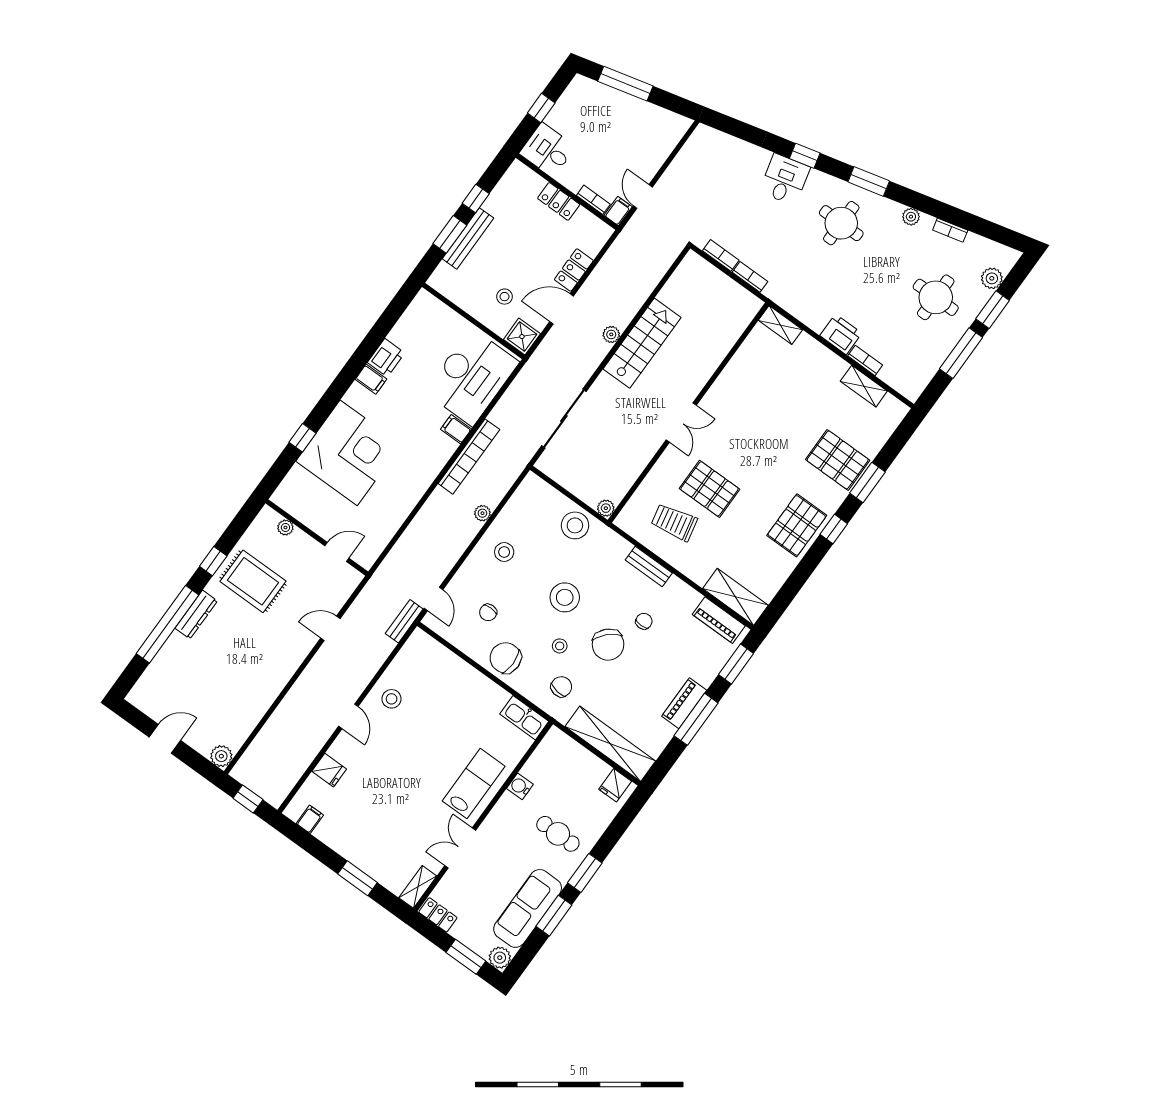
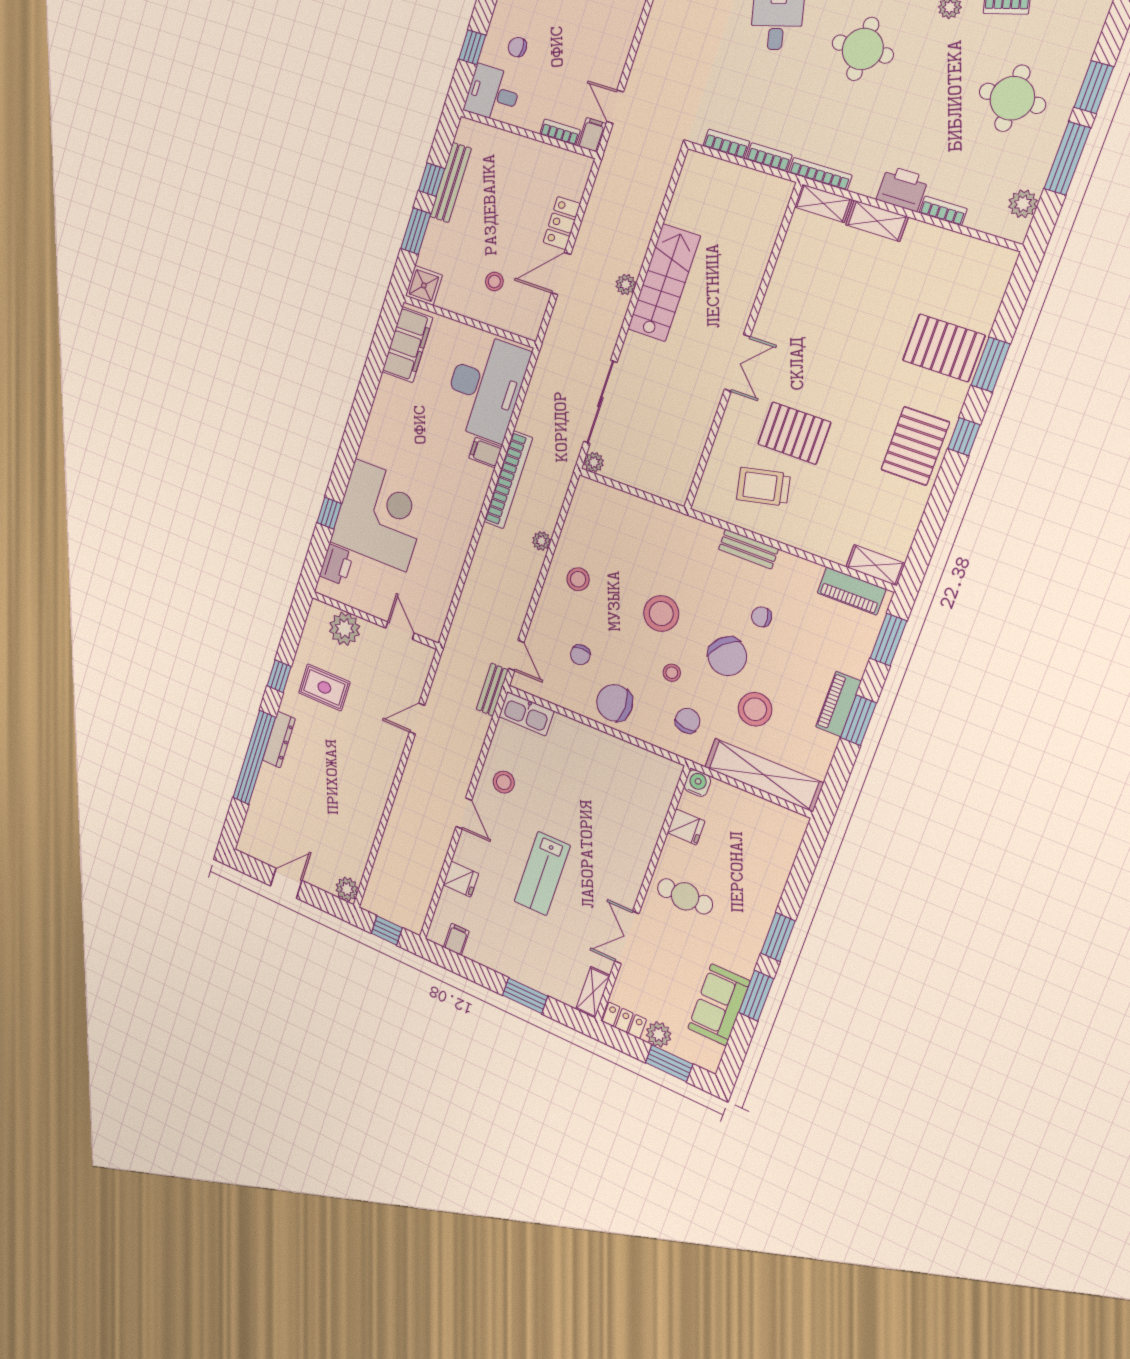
chair: (578, 122) -> (517, 47), added
locker: (559, 201) -> (522, 149), removed
bench: (468, 238) -> (451, 183), moved
plant: (992, 278) -> (1023, 204), moved
bookcase: (784, 303) -> (820, 174), added
shower: (522, 337) -> (424, 285), moved
printer: (386, 358) -> (336, 565), moved
filing cabinet: (371, 379) -> (407, 345), moved, width x3.00, depth x1.17
shelving: (864, 386) -> (877, 221), moved
plant: (606, 508) -> (594, 462), moved
stool: (575, 525) -> (755, 709), moved
plant: (285, 527) -> (345, 629), width x1.88, depth x1.88
door: (337, 552) -> (400, 631), hinge flipped
rug: (253, 581) -> (324, 687), width x0.73, depth x0.70
shelving: (736, 597) -> (875, 565), width x0.67, depth x0.75
chair: (644, 621) -> (761, 617), turned -98
kitchen sink: (524, 718) -> (526, 714), moved
window: (696, 719) -> (858, 720), width x0.69
lab bench: (474, 784) -> (542, 874), moved, turned 180
fridge: (615, 785) -> (686, 827), moved, turned -90
water cooler: (520, 786) -> (697, 783), moved, turned 90
cafe table: (558, 834) -> (685, 896), moved
sofa: (528, 908) -> (719, 1005), width x0.73
plant: (500, 958) -> (659, 1034), moved

